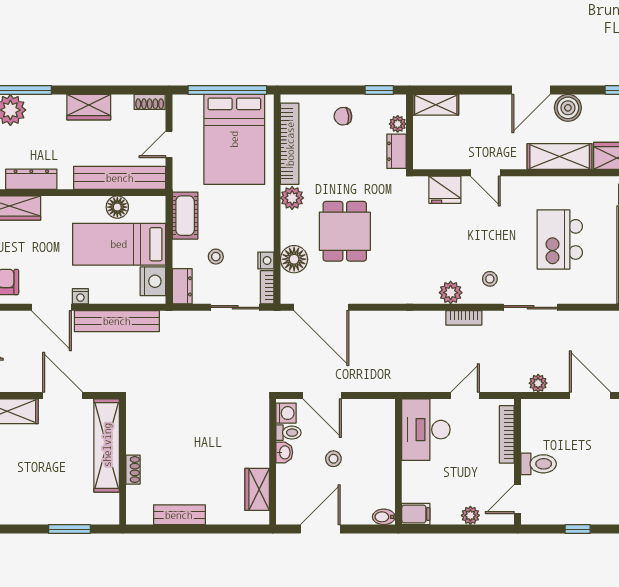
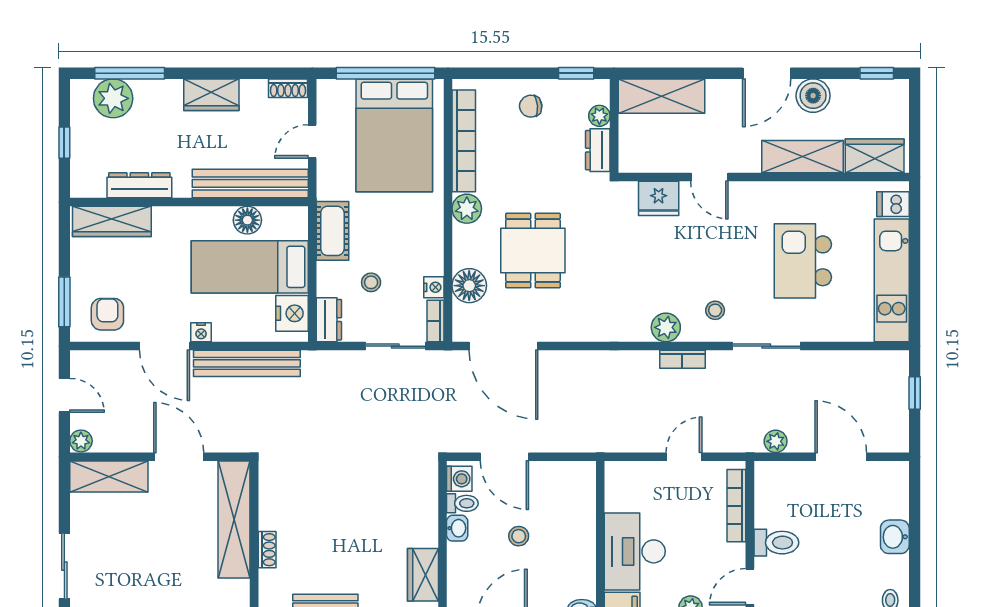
shelving: (436, 105) -> (661, 96), width x1.50, depth x1.33
desk: (426, 430) -> (635, 551), moved

